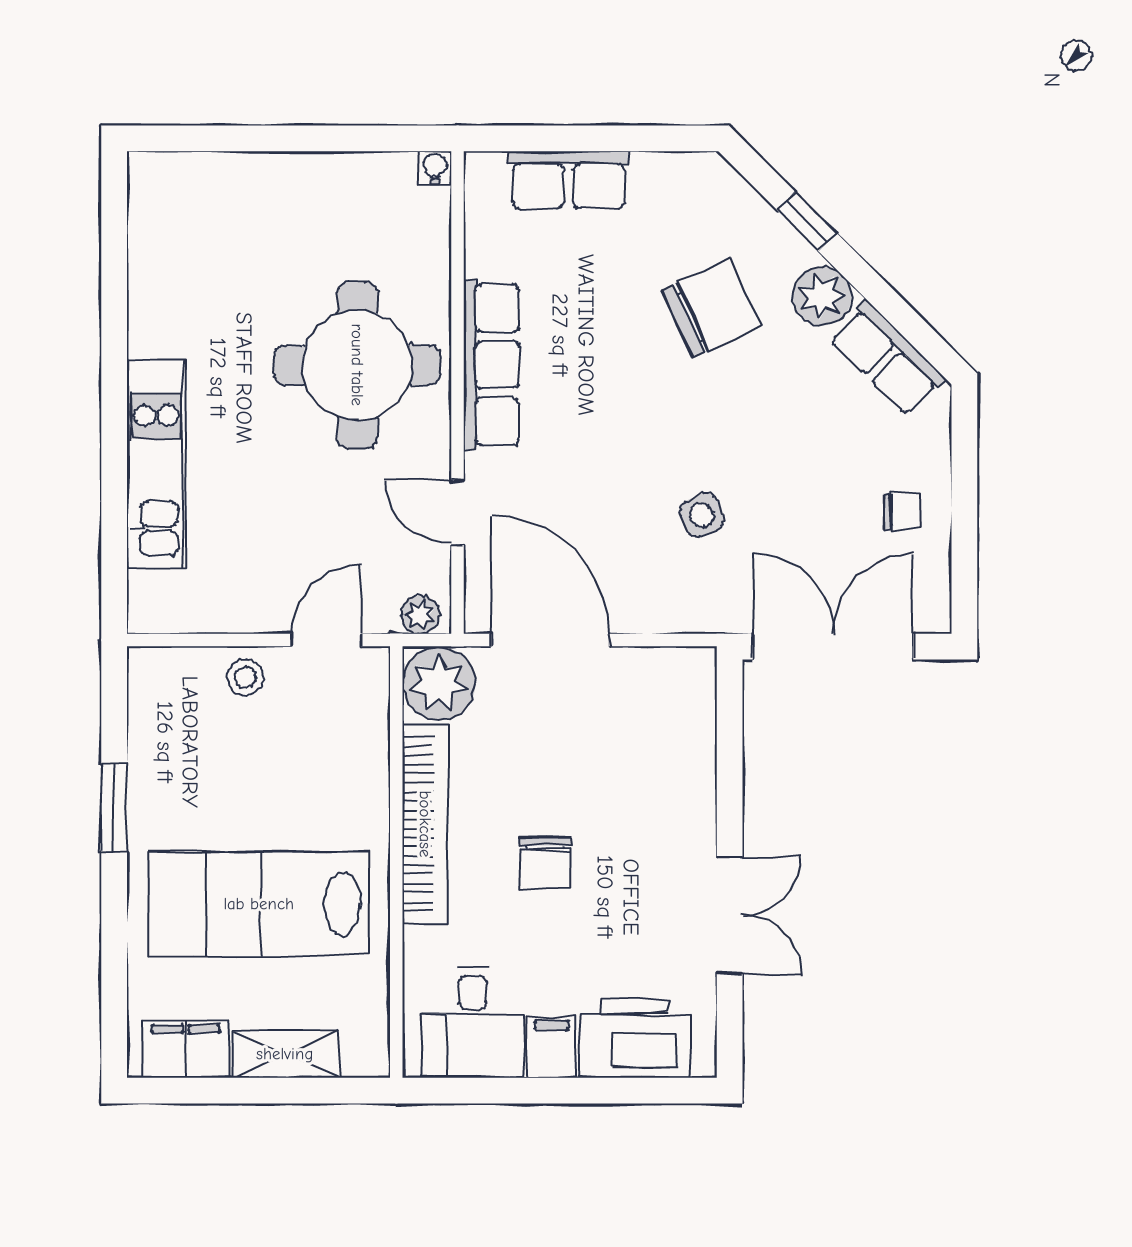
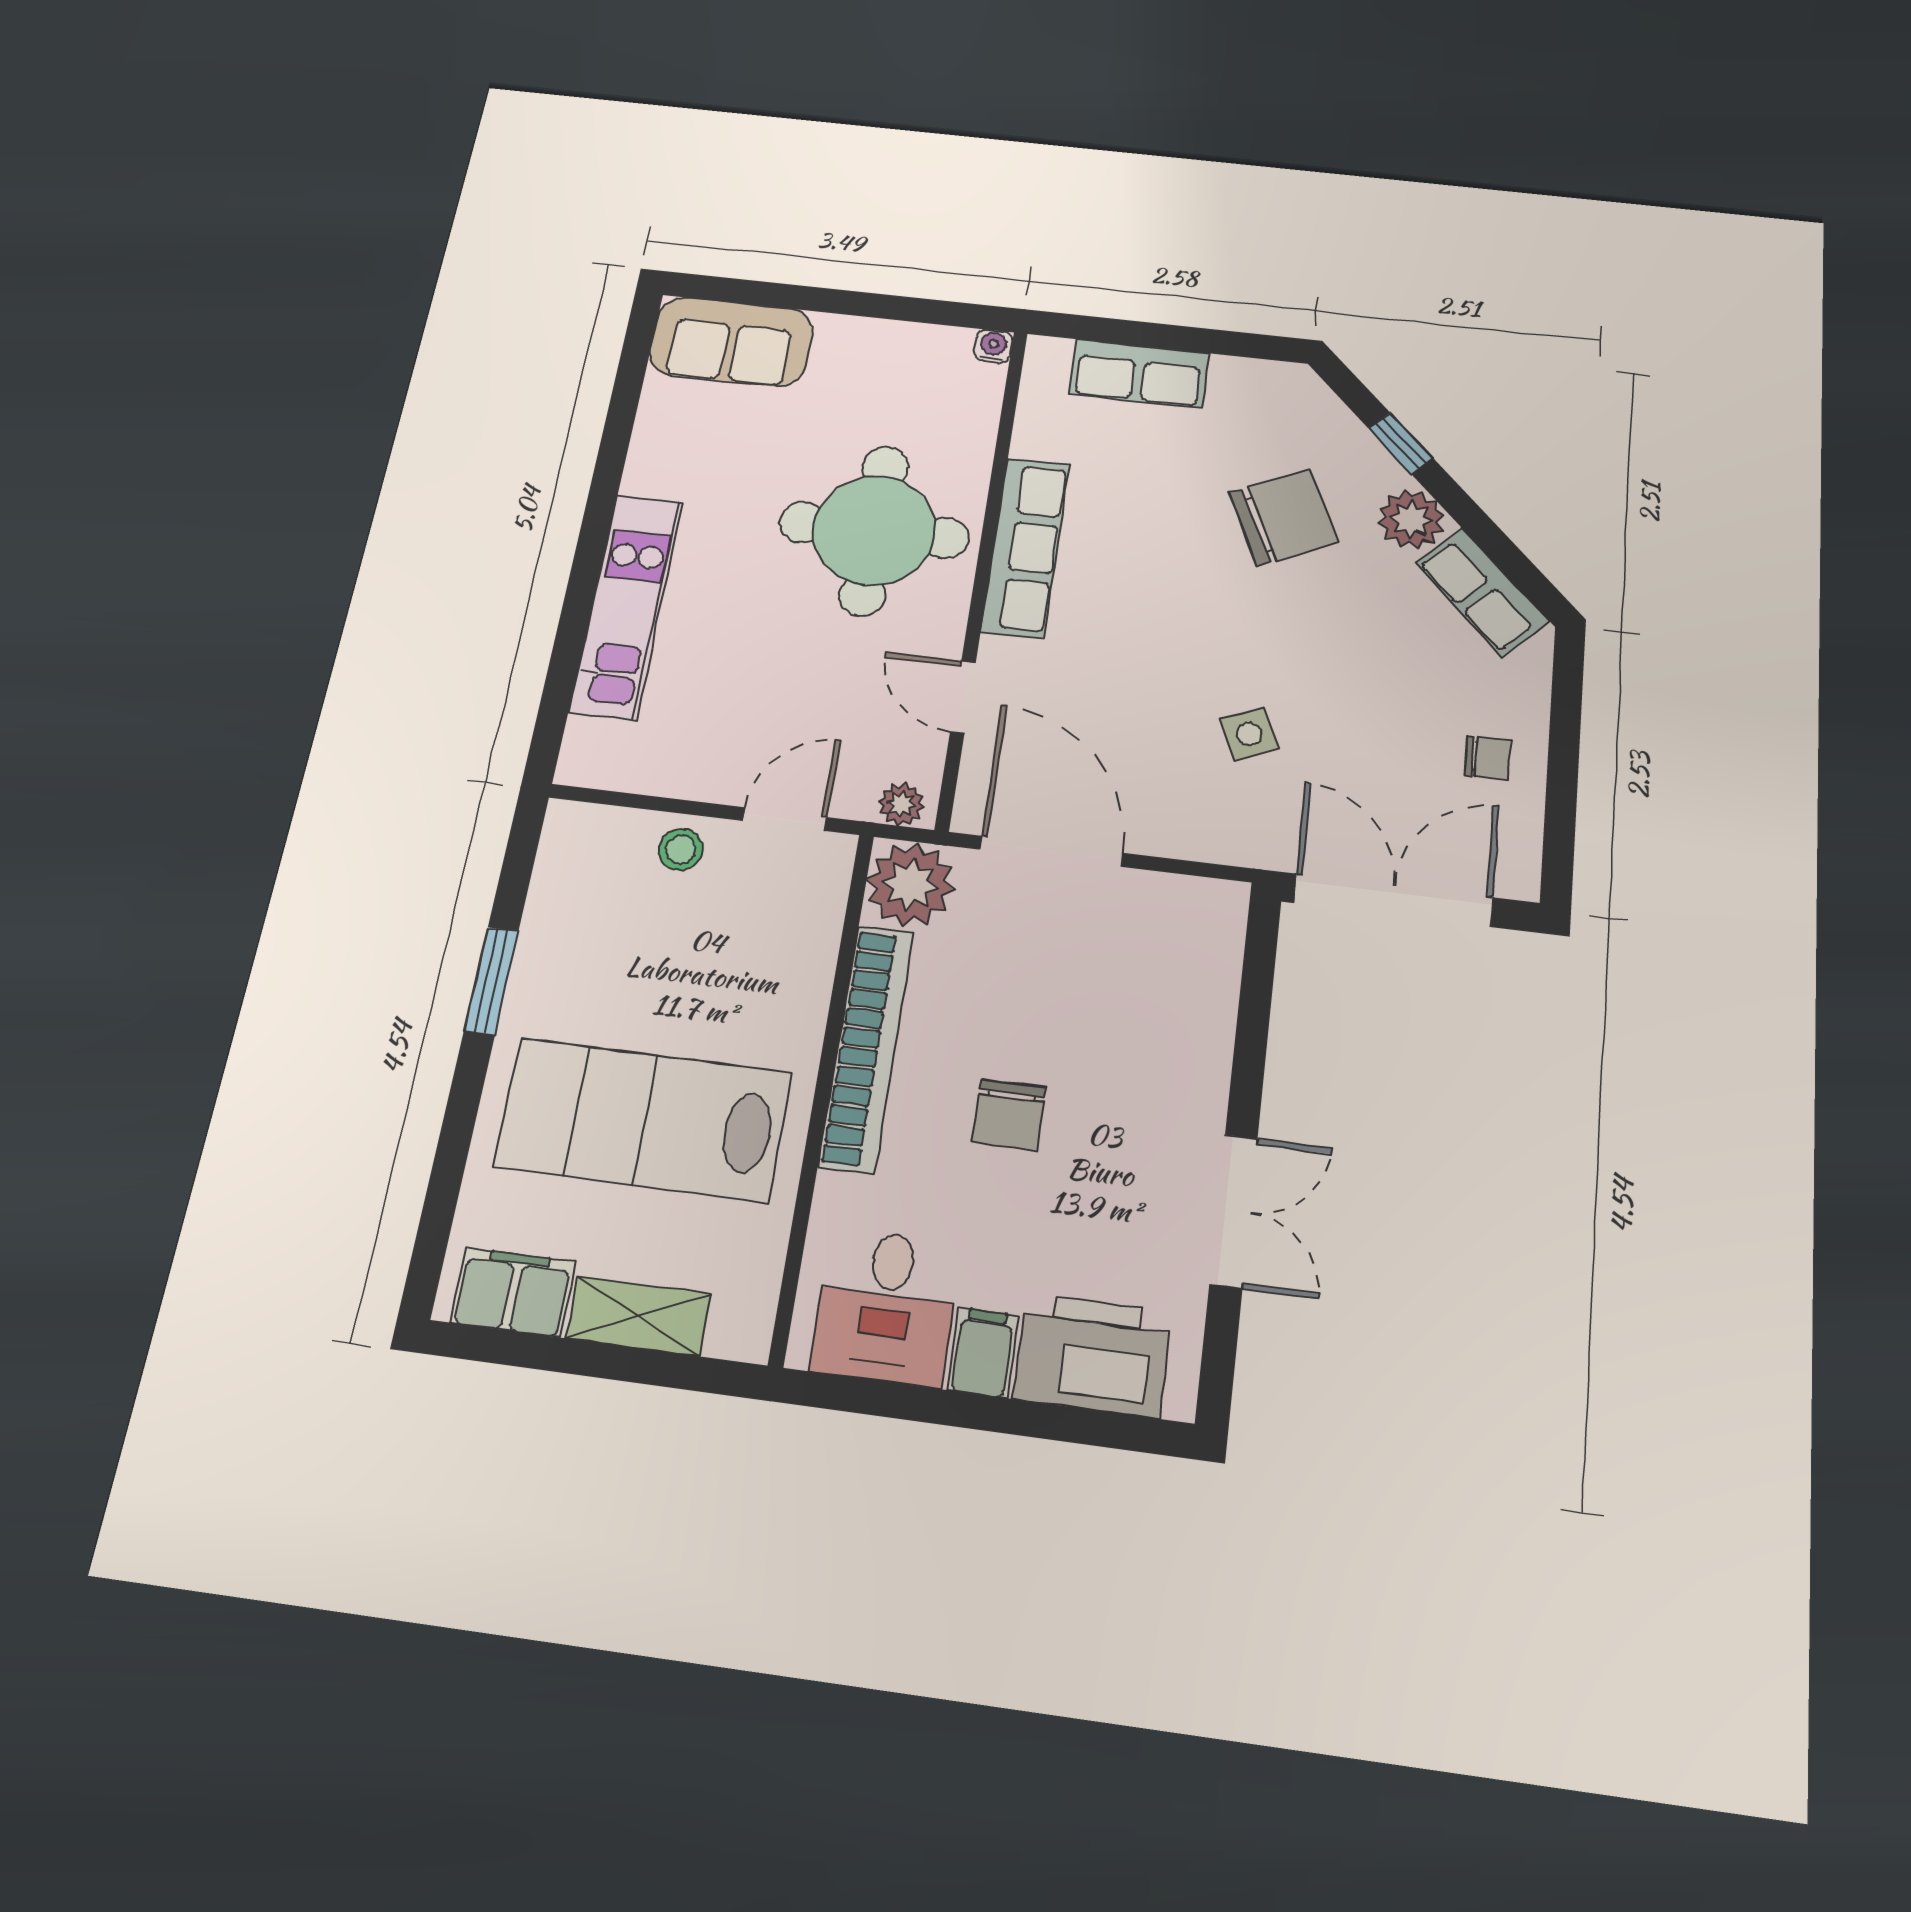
sofa: (198, 192) -> (731, 342), added

